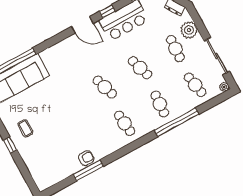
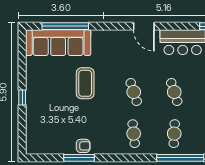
window: (107, 11) -> (172, 26), removed
coffee table: (25, 128) -> (85, 83), moved, width x1.86, depth x1.72

